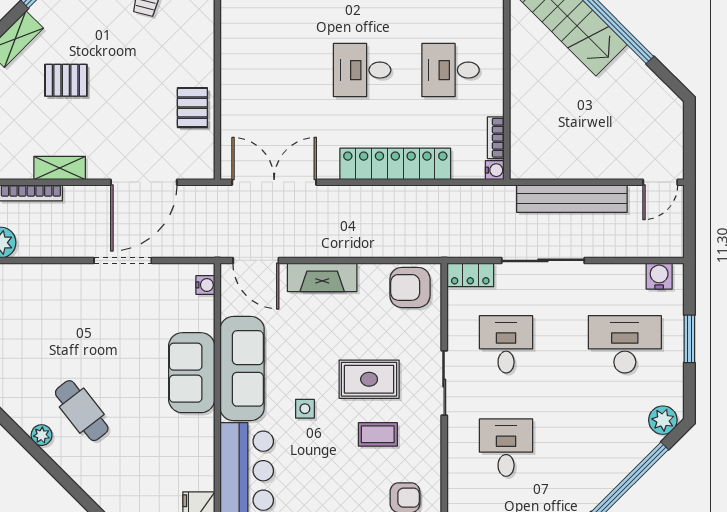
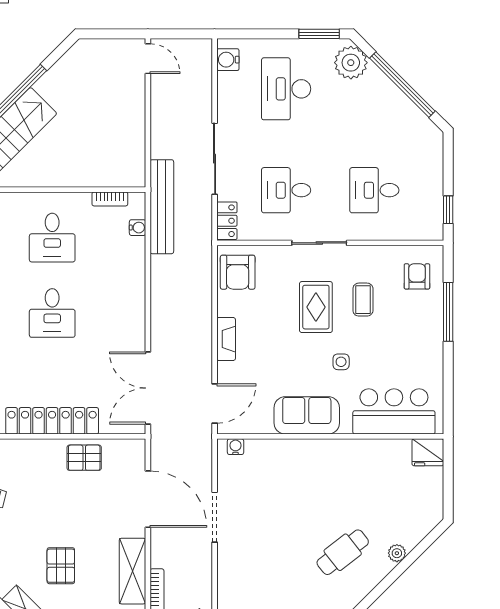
locker: (395, 164) -> (52, 421), moved, turned 90
shelving: (60, 168) -> (132, 571), width x1.50, depth x1.33
water cooler: (495, 170) -> (138, 228), moved, turned 90
bench: (572, 199) -> (162, 207), moved
fireplace: (322, 277) -> (226, 339), width x0.73, depth x0.76
window: (689, 339) -> (319, 34), moved
sofa: (242, 368) -> (307, 415), width x0.73
sofa: (192, 373) -> (310, 458), removed
plant: (663, 420) -> (351, 63), width x1.36, depth x1.36
plant: (42, 435) -> (397, 553), moved

